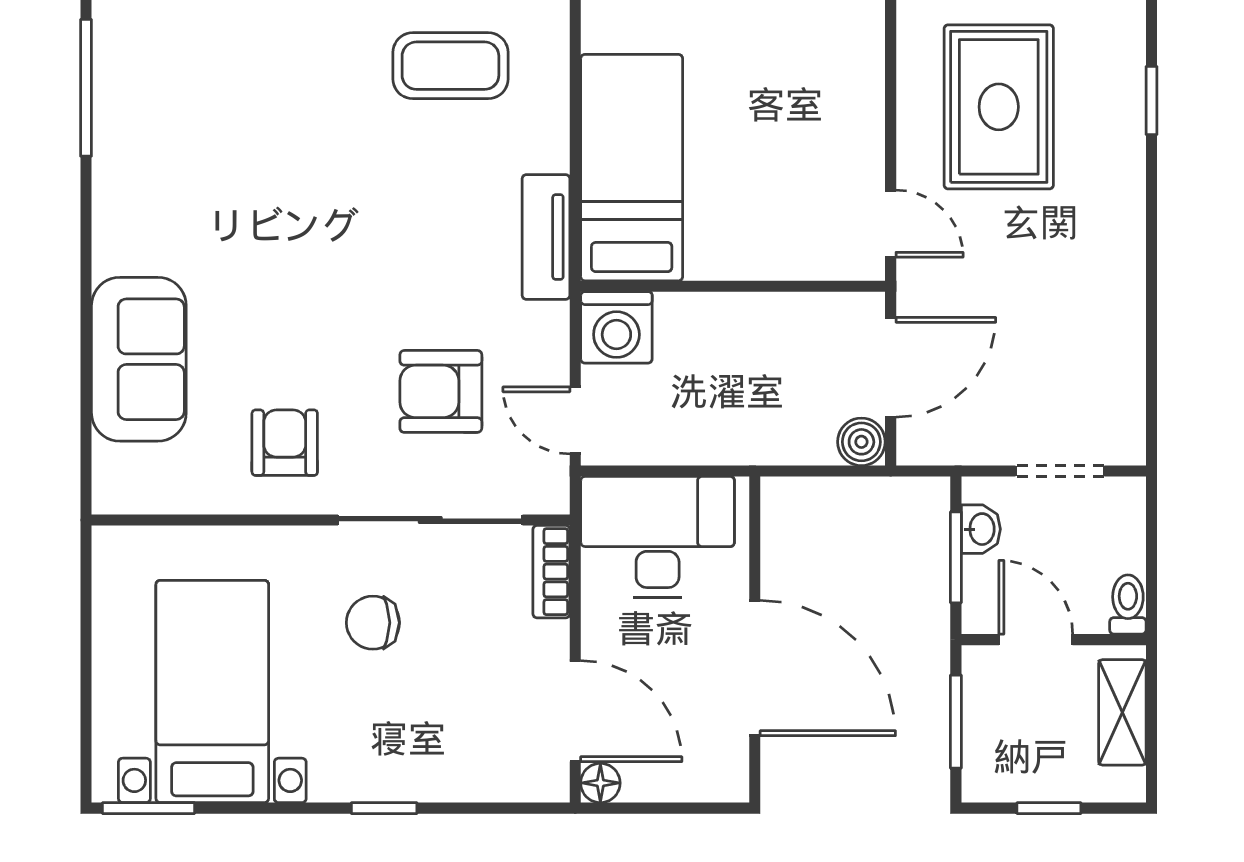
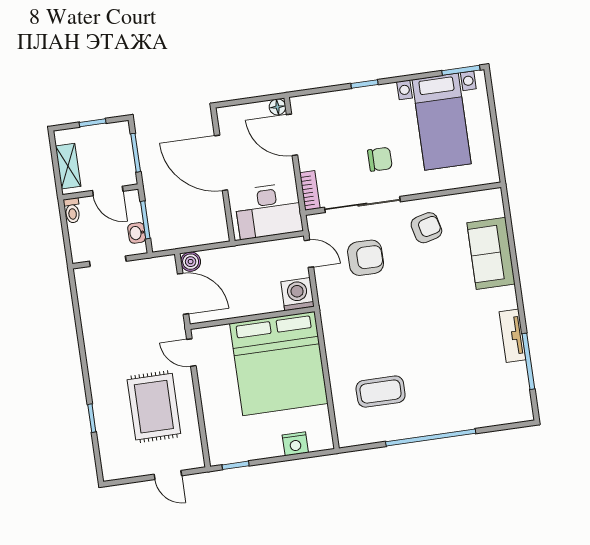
bed: (632, 168) -> (279, 364), width x2.04
tv unit: (546, 237) -> (513, 336), moved, turned 180
door: (891, 367) -> (183, 294), swing flipped
armchair: (285, 443) -> (426, 228), turned -104

